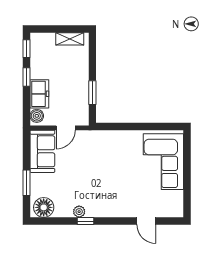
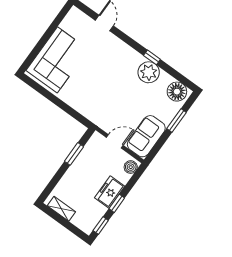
freezer: (39, 94) -> (110, 192), moved
plant: (79, 212) -> (149, 72), width x1.88, depth x1.88

